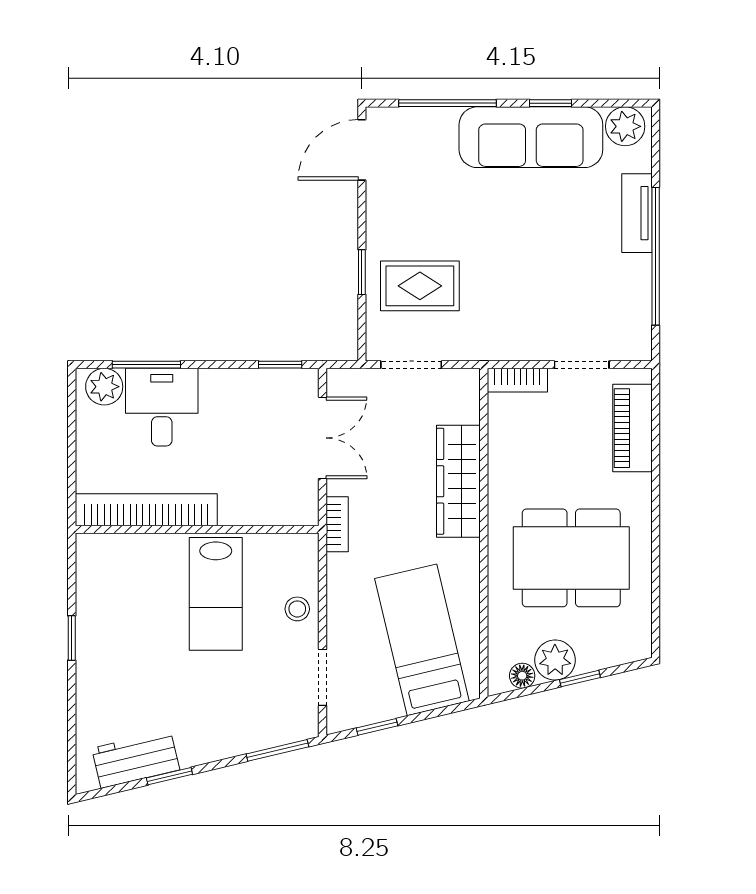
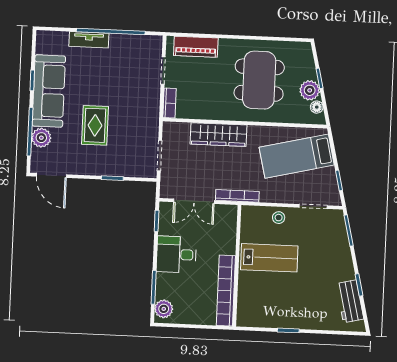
plant: (625, 126) -> (41, 138), moved
rug: (420, 286) -> (95, 125), moved
desk: (162, 407) -> (176, 254), moved
double door: (323, 438) -> (194, 201), swing flipped
bookcase: (337, 524) -> (237, 196), width x1.56

